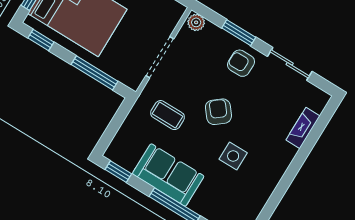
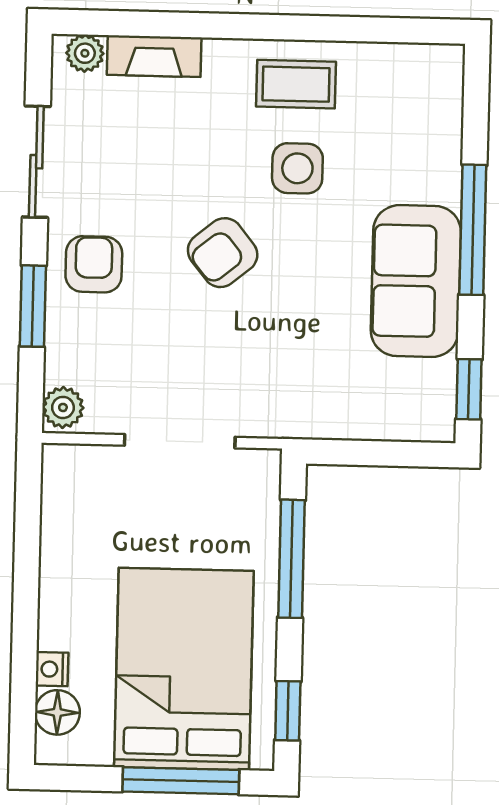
armchair: (241, 63) -> (94, 264), turned 180
plant: (318, 104) -> (85, 53), added
coffee table: (168, 115) -> (296, 84), moved, turned 90

